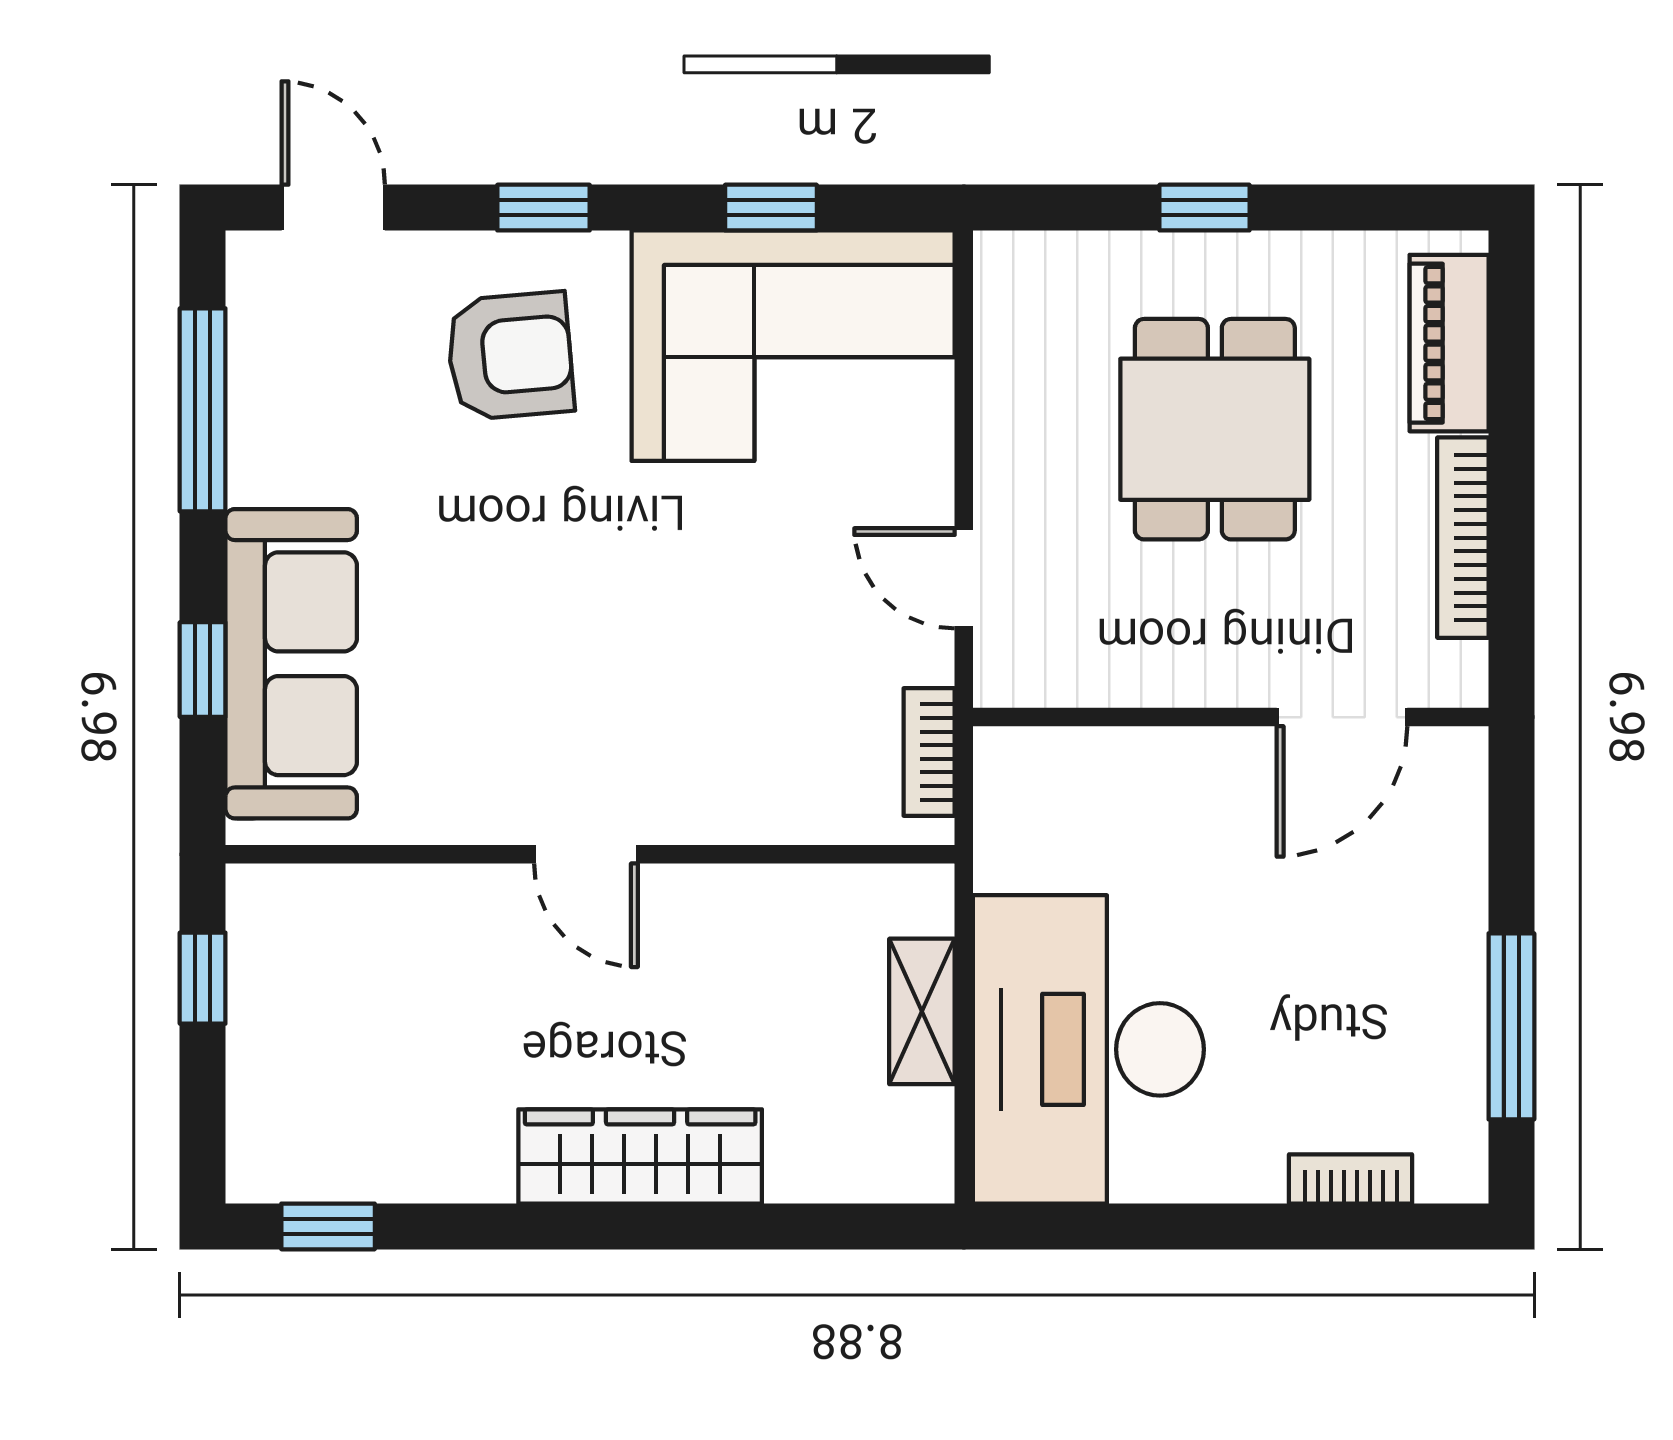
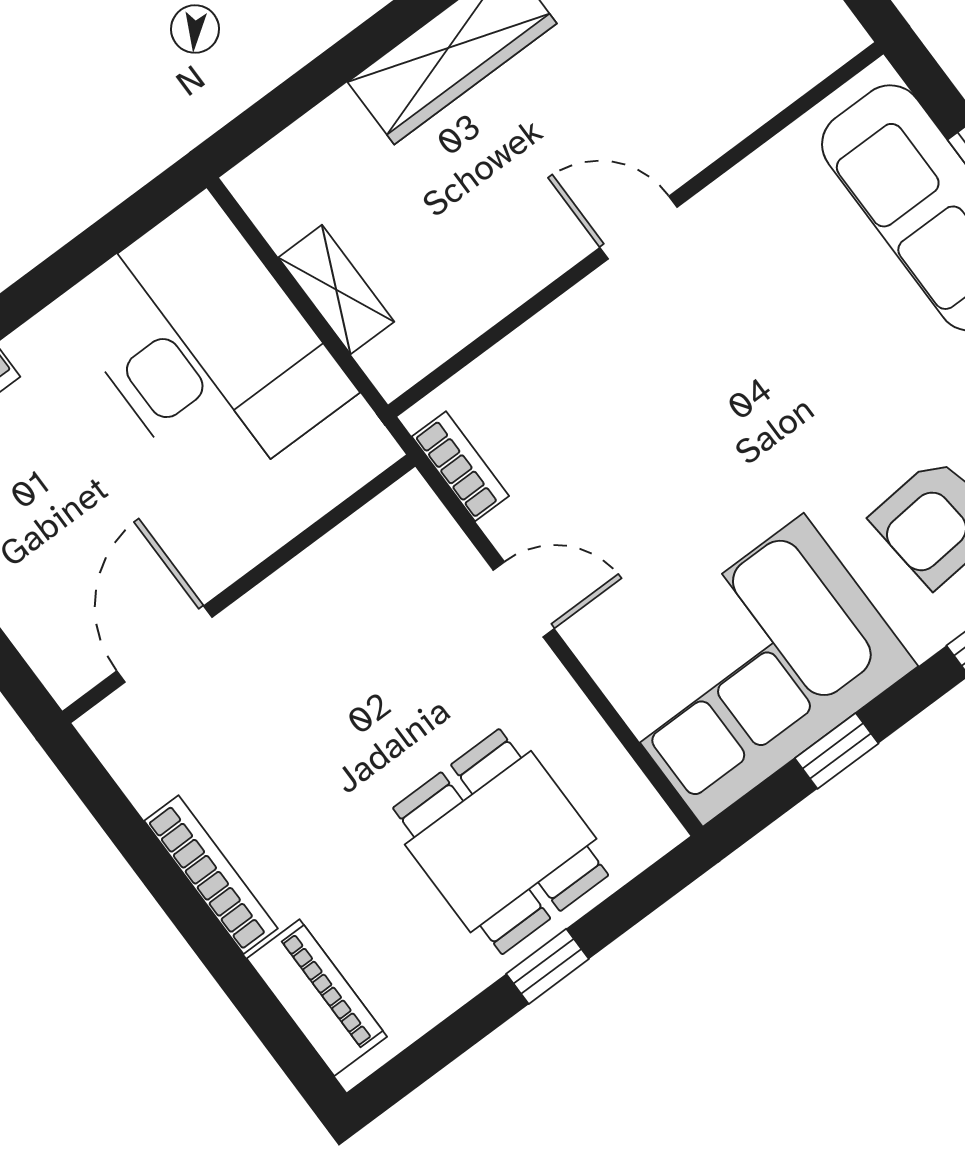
dining table: (1215, 429) -> (501, 842), moved
wall: (1231, 717) -> (239, 589), moved
door: (1342, 717) -> (164, 644), moved

